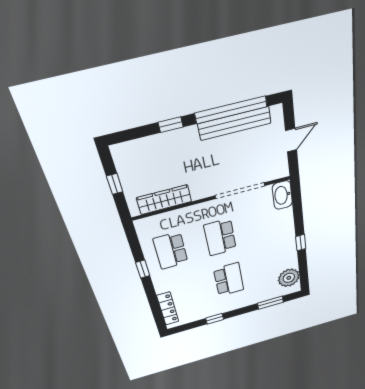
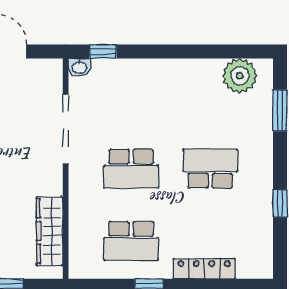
washbasin: (282, 195) -> (79, 67), width x0.52, depth x0.69
window: (301, 243) -> (103, 51), moved
locker: (168, 309) -> (204, 269), moved

